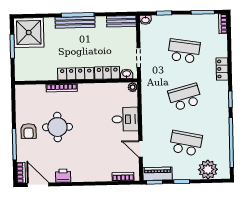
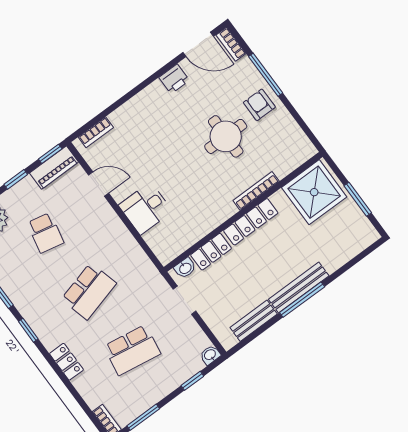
bench: (121, 21) -> (254, 321), moved
shower: (29, 33) -> (314, 192), moved
plant: (133, 87) -> (165, 256), removed
school desk: (186, 143) -> (45, 233), width x0.54

